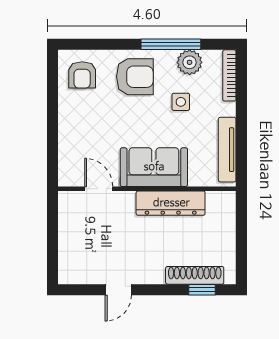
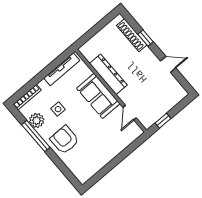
armchair: (82, 75) -> (84, 165), removed
window: (52, 222) -> (163, 121), added
window: (202, 290) -> (146, 38), moved

